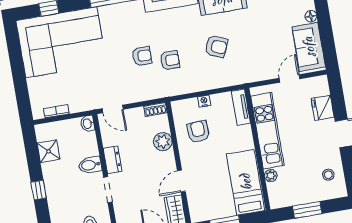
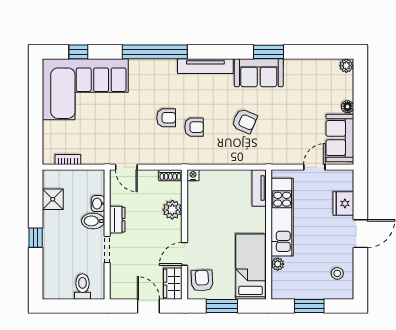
nightstand: (204, 101) -> (193, 175), moved
washbasin: (88, 124) -> (98, 204), moved
armchair: (198, 132) -> (202, 281), moved

